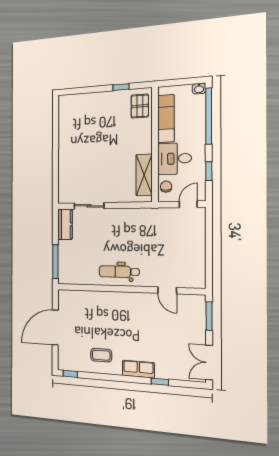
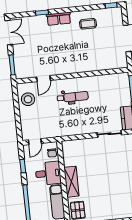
shelving: (144, 175) -> (71, 182), moved
stool: (192, 265) -> (28, 99), added
dental chair: (119, 272) -> (73, 97), moved
door: (167, 290) -> (44, 79), swing flipped

